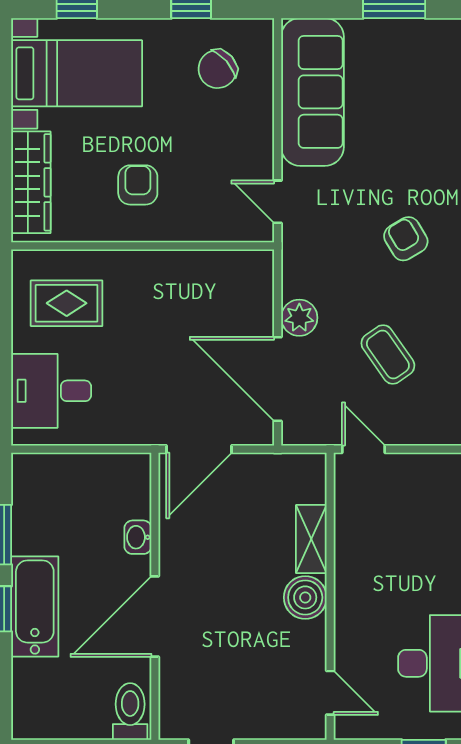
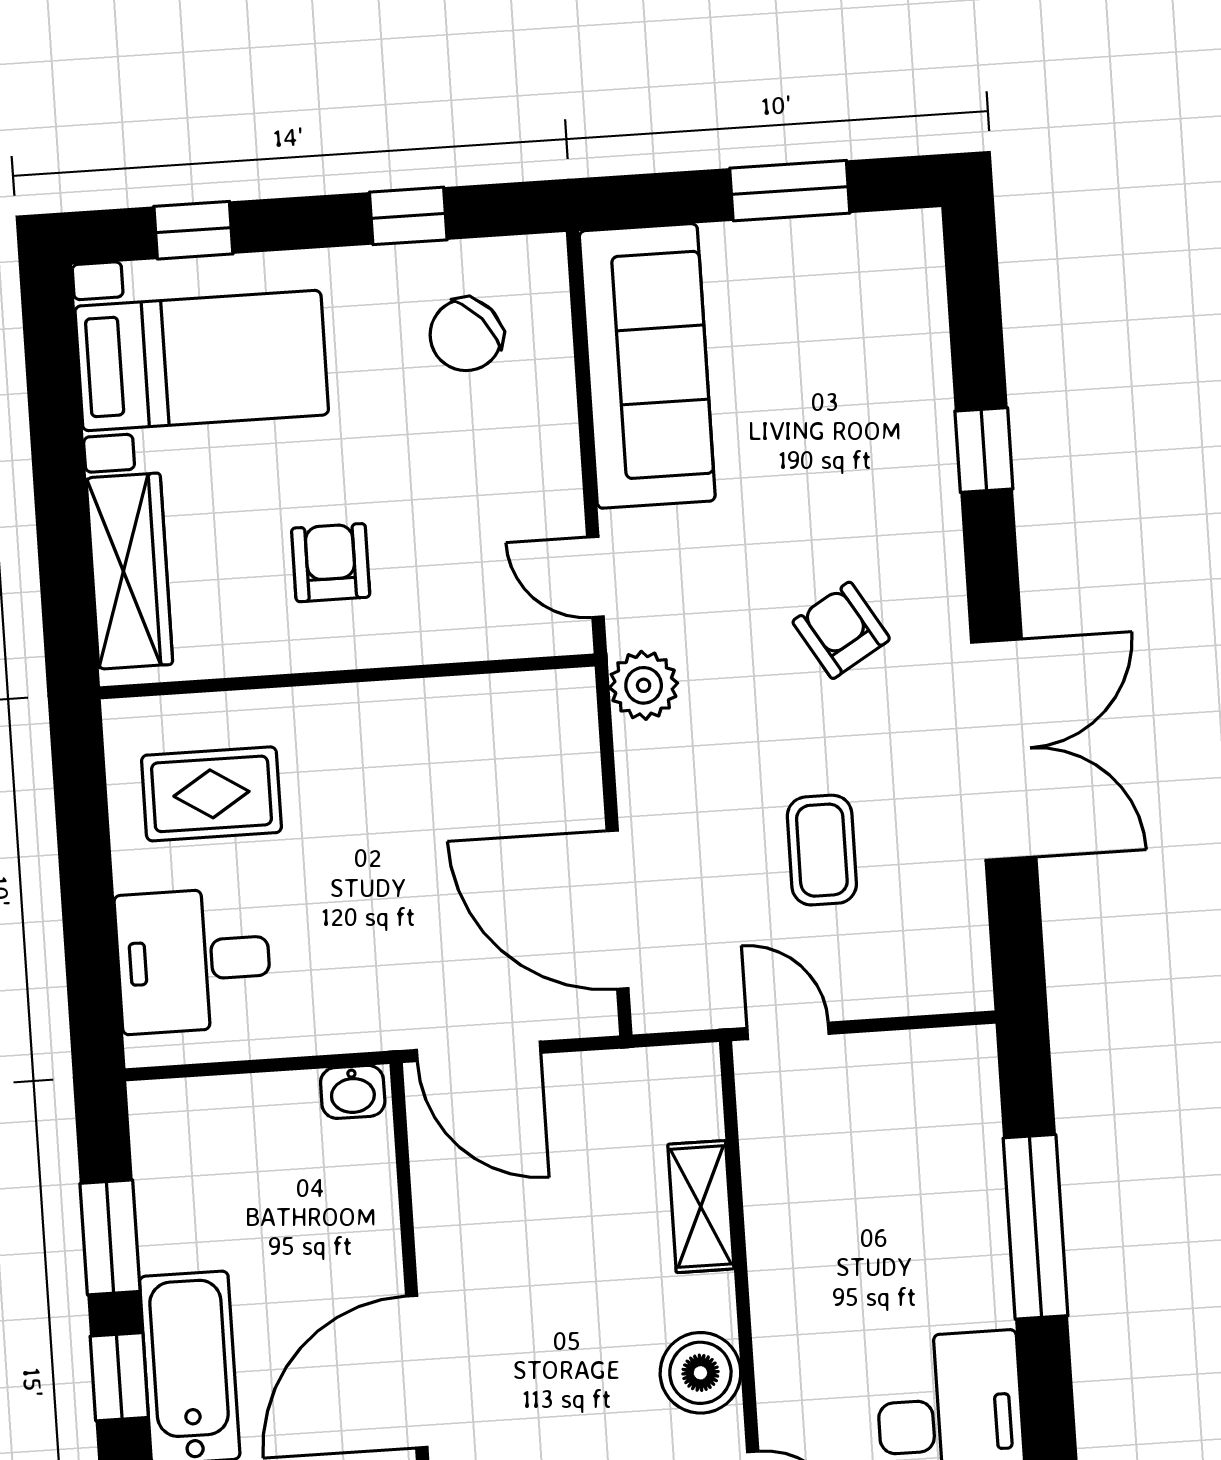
plant: (299, 318) -> (644, 685), moved
coffee table: (388, 354) -> (822, 850), turned 35
door: (199, 449) -> (479, 1051), hinge flipped
washbasin: (138, 537) -> (353, 1092), moved, turned -90
boiler: (305, 597) -> (700, 1373), moved

